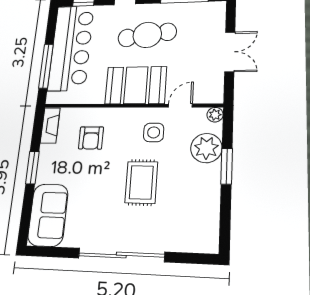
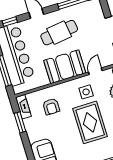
window: (32, 168) -> (20, 122), moved
rug: (141, 182) -> (90, 122), width x1.36, depth x1.43

